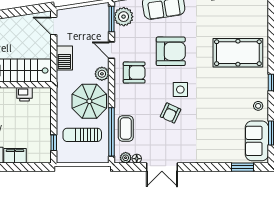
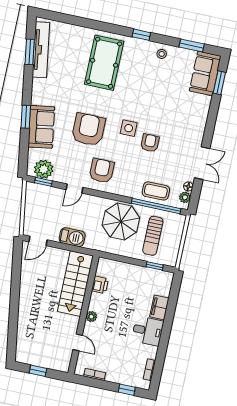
window: (111, 19) -> (43, 182), width x0.67
plant: (102, 74) -> (96, 203), removed
armchair: (171, 113) -> (150, 143), turned -115
sofa: (257, 141) -> (205, 73), moved, turned 90

